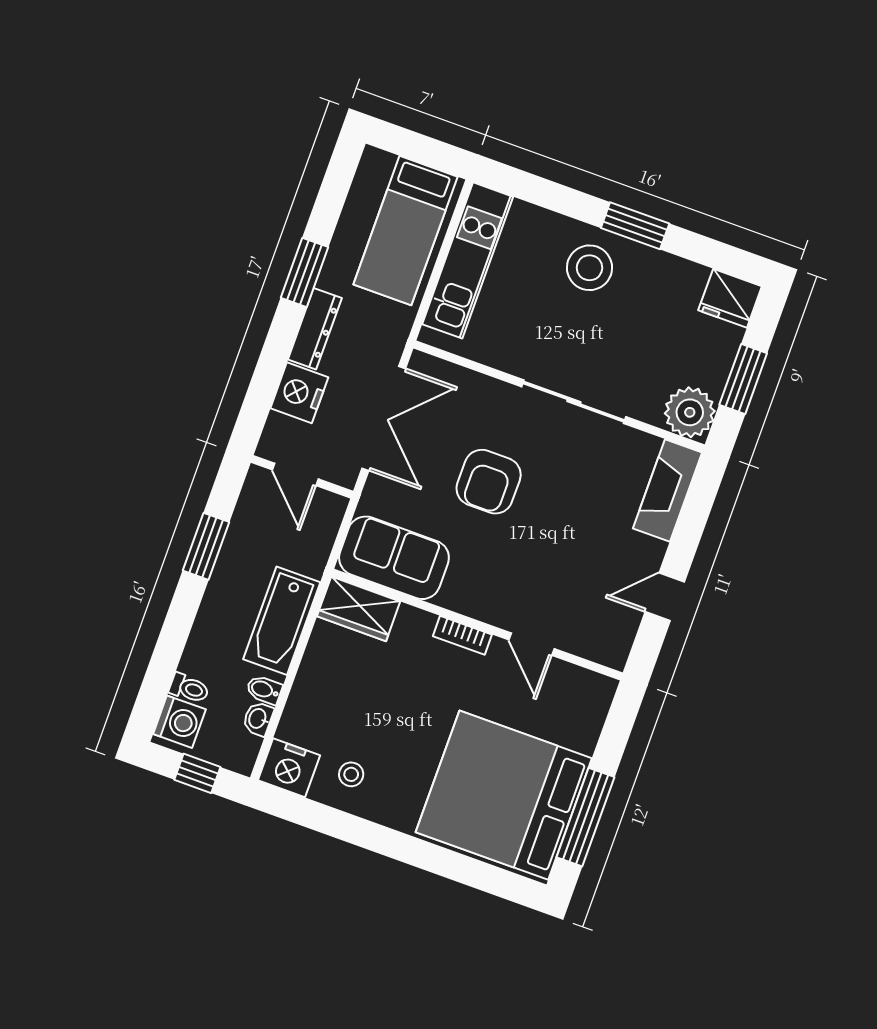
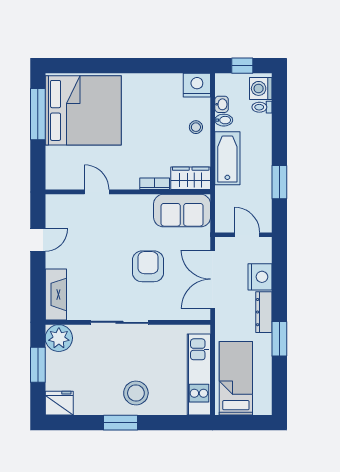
bookcase: (462, 635) -> (155, 184), moved
stool: (351, 774) -> (196, 127), moved

